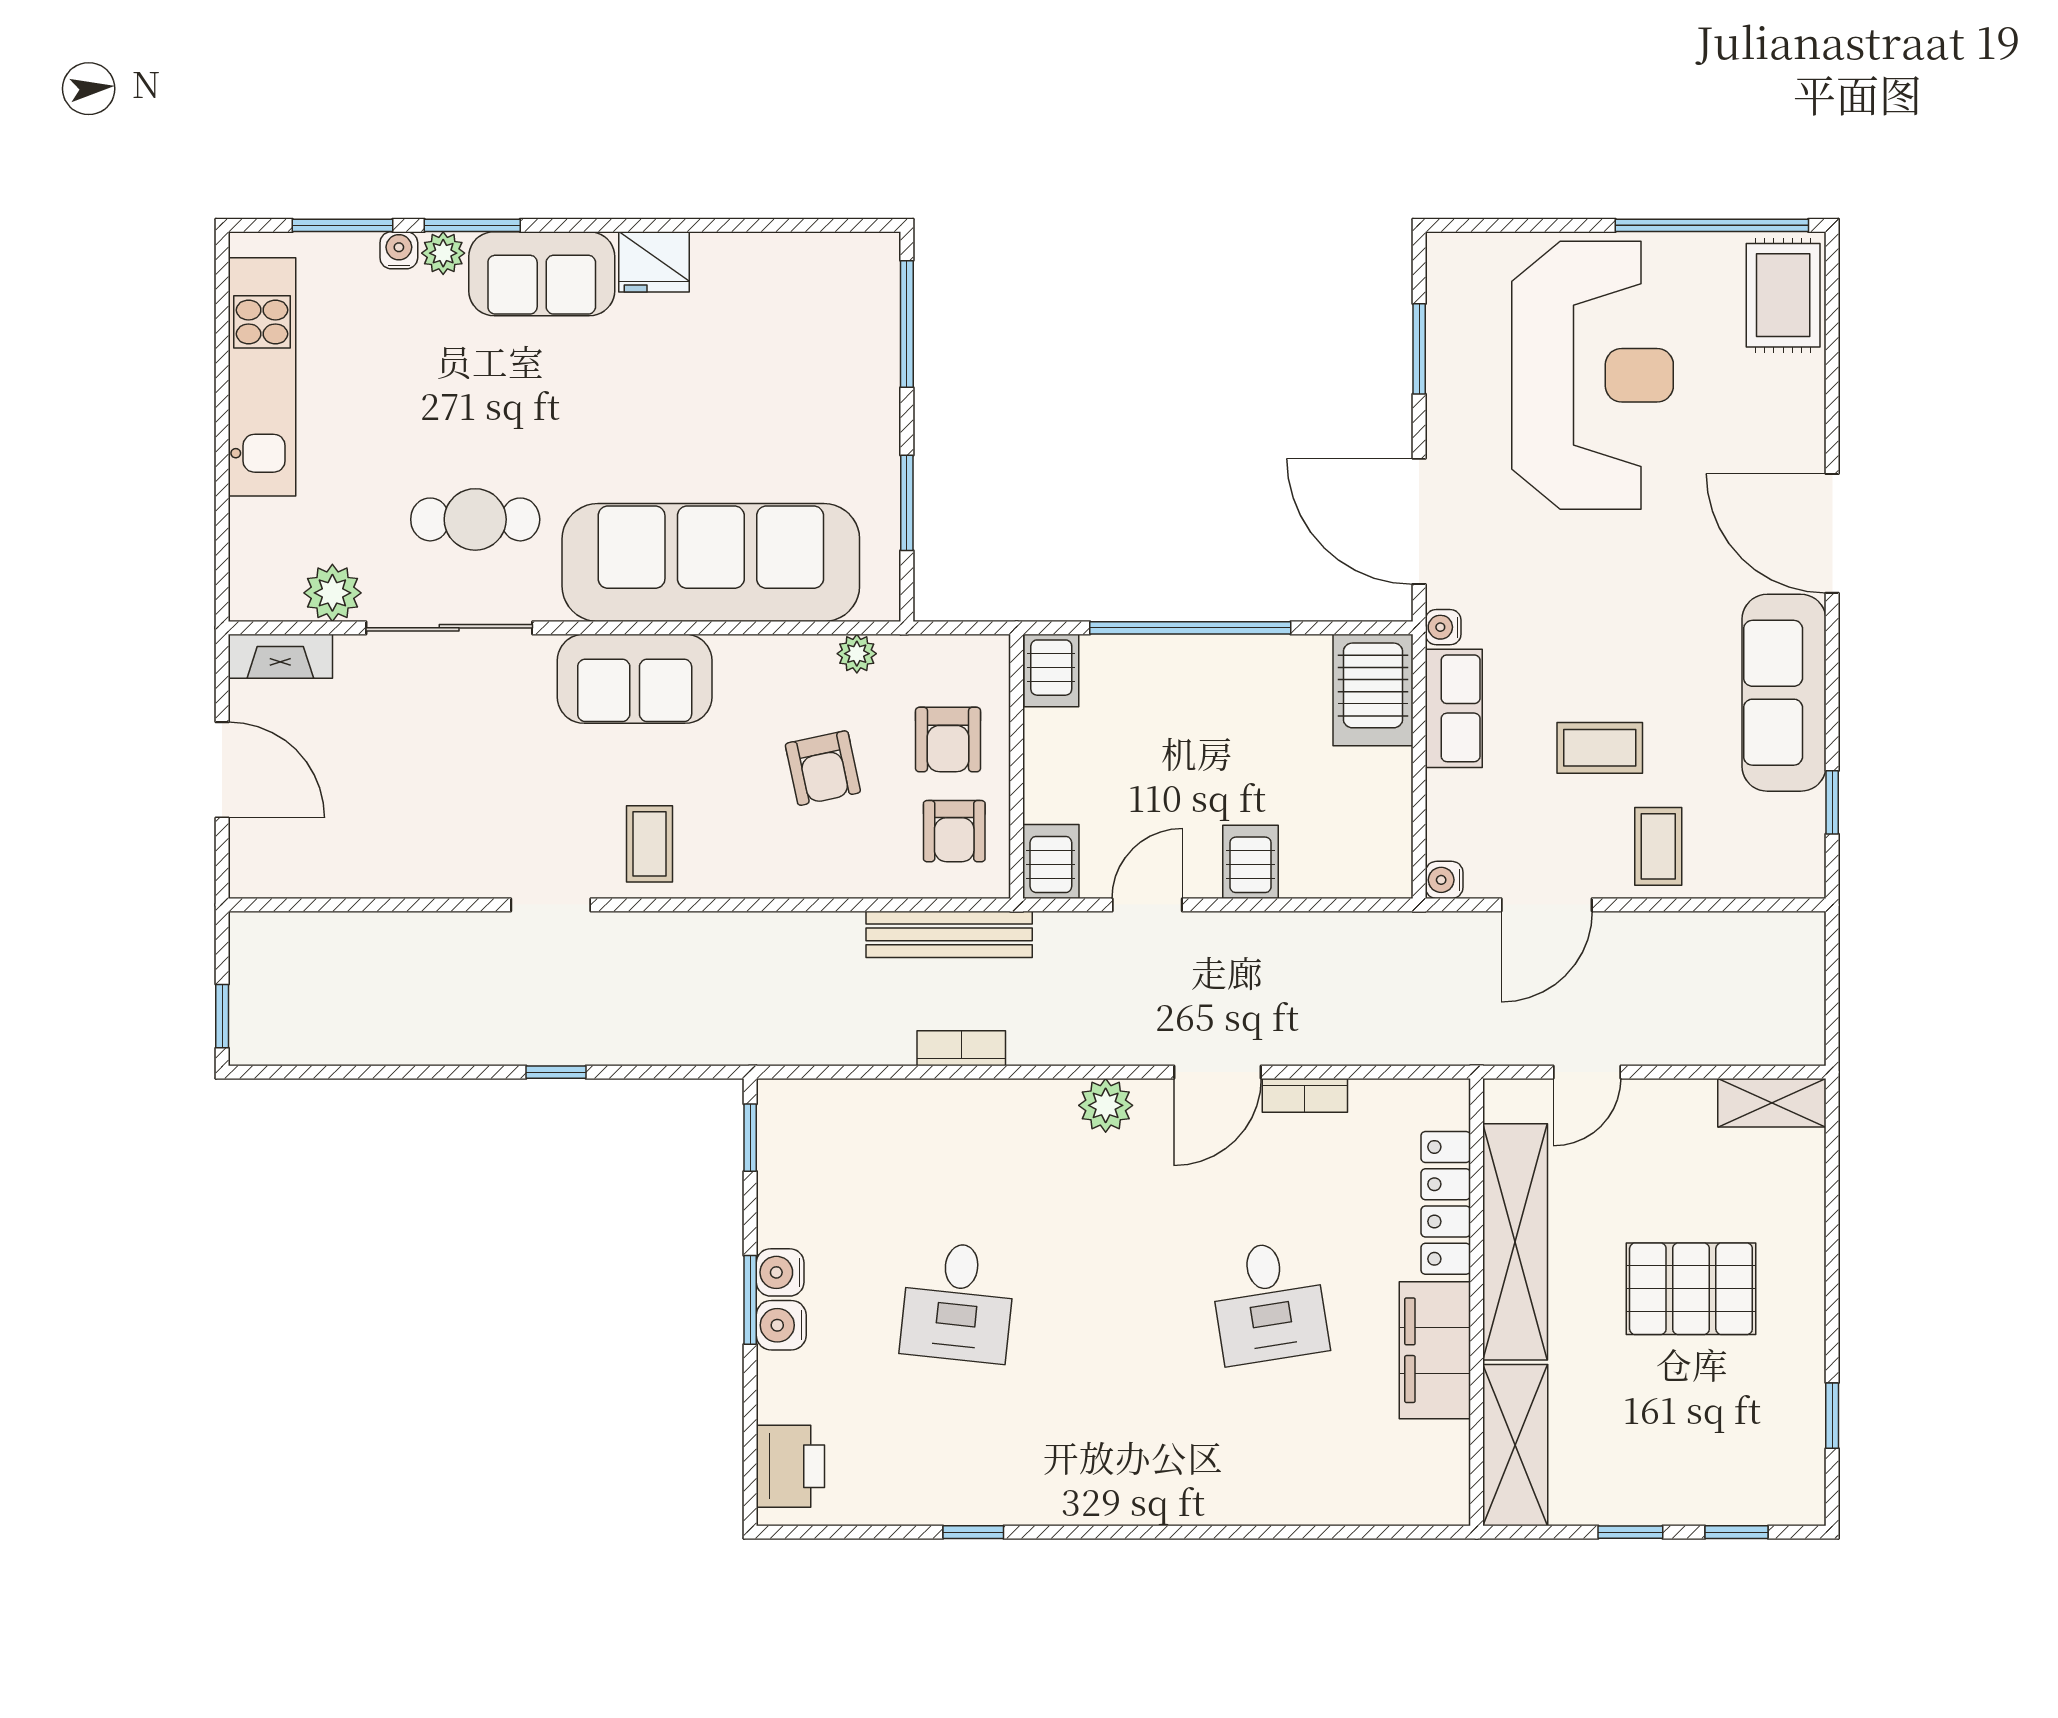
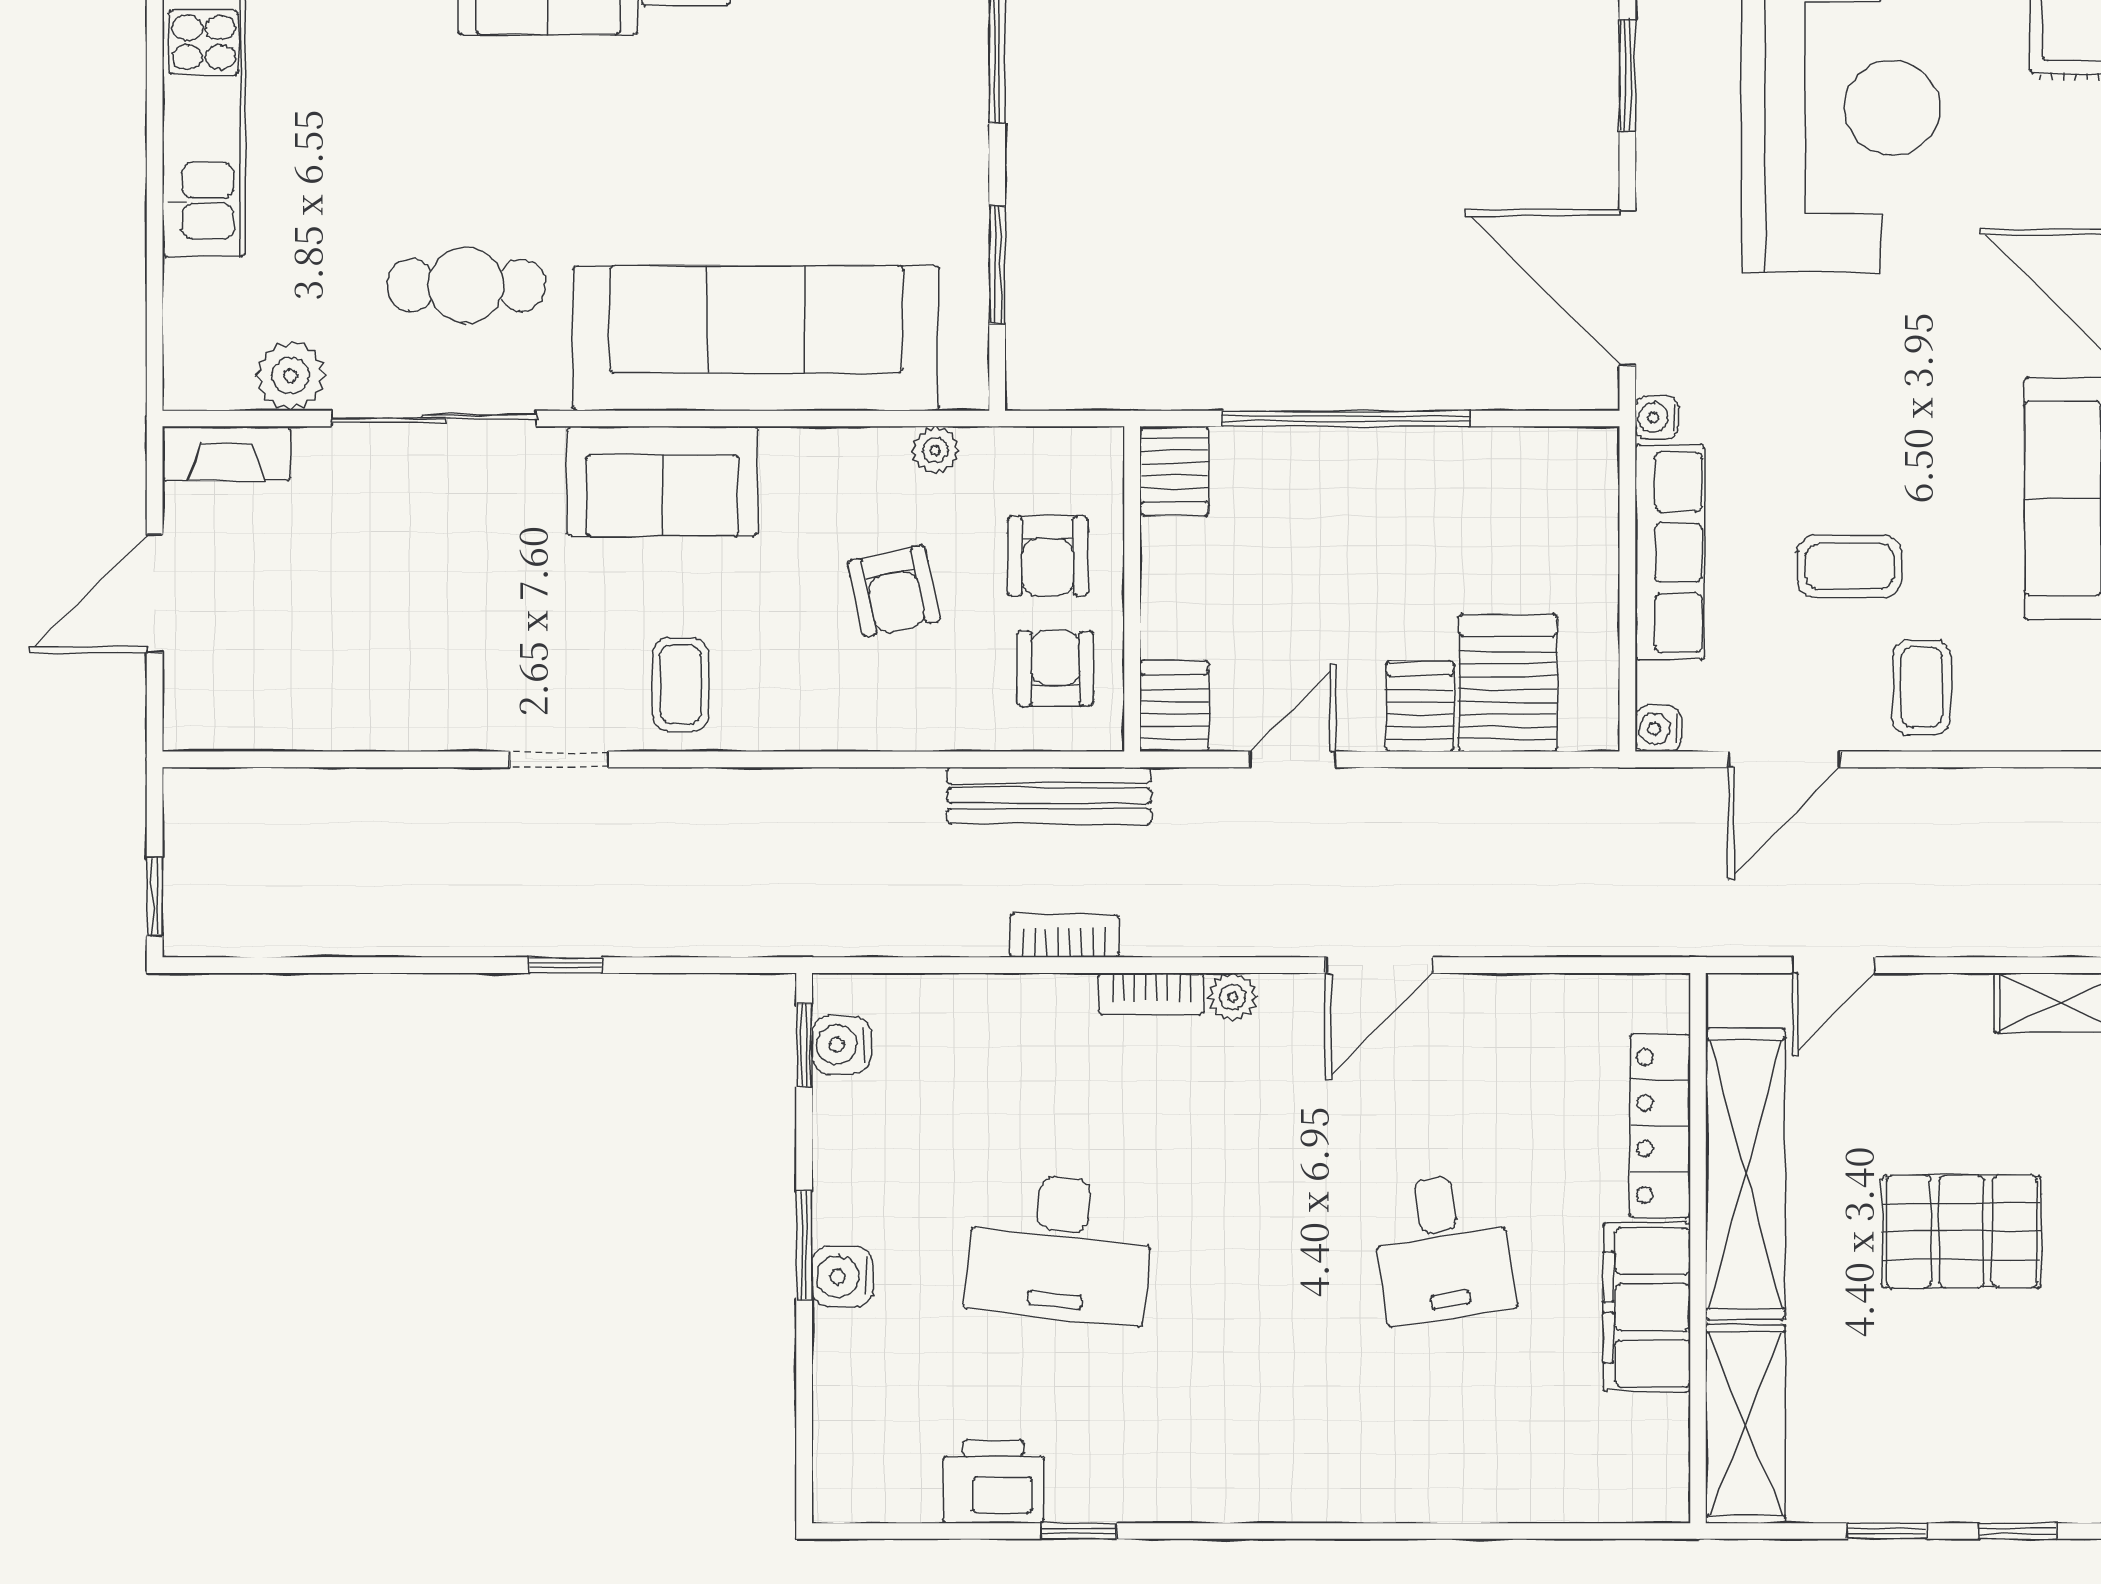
server rack: (1373, 690) -> (1508, 683), moved, turned 180
row of seats: (1454, 708) -> (1670, 552), width x1.48
door: (222, 770) -> (155, 593), swing flipped
armchair: (954, 831) -> (1055, 669), turned 180
bookcase: (1305, 1095) -> (1151, 994), moved
plant: (1106, 1105) -> (1233, 997), width x0.73, depth x0.73
water cooler: (780, 1272) -> (841, 1045), moved
desk: (958, 1302) -> (1060, 1248), width x1.37
printer: (790, 1466) -> (993, 1481), moved, turned -90

